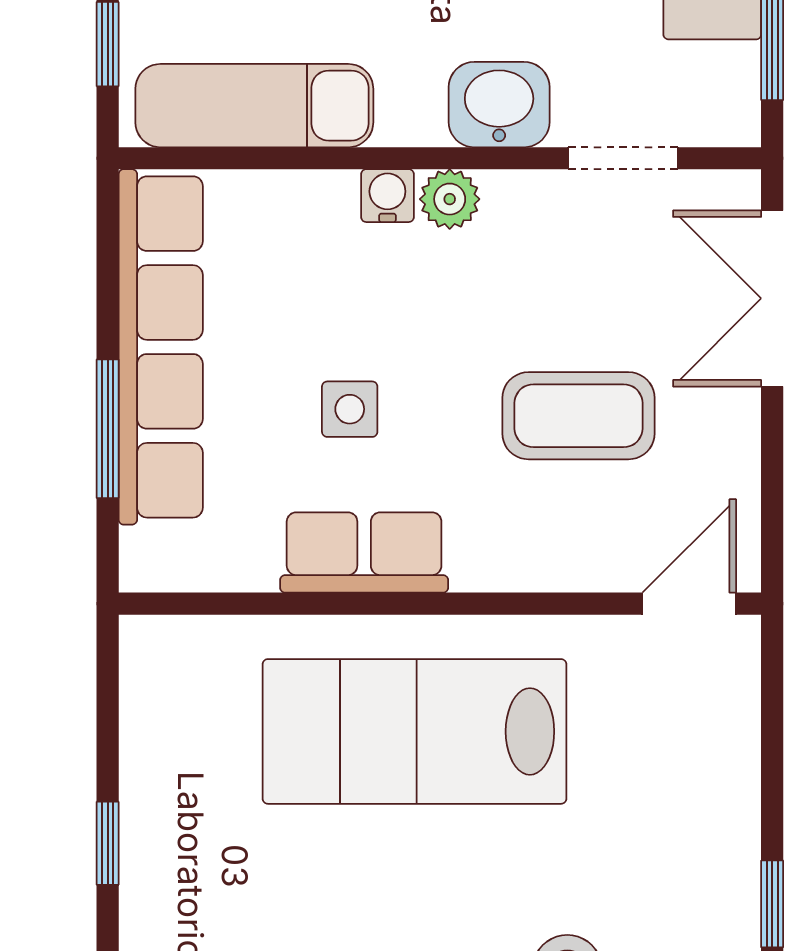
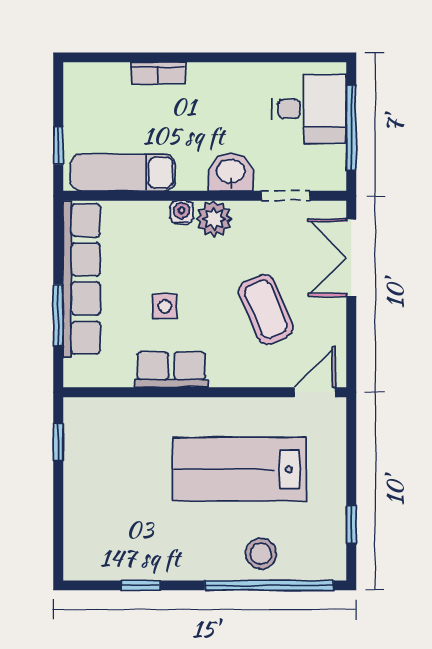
plant: (450, 199) -> (214, 219), width x1.38, depth x1.38
coffee table: (578, 416) -> (266, 309), turned 67
lab bench: (414, 731) -> (239, 469), moved
window: (108, 843) -> (58, 442), moved

